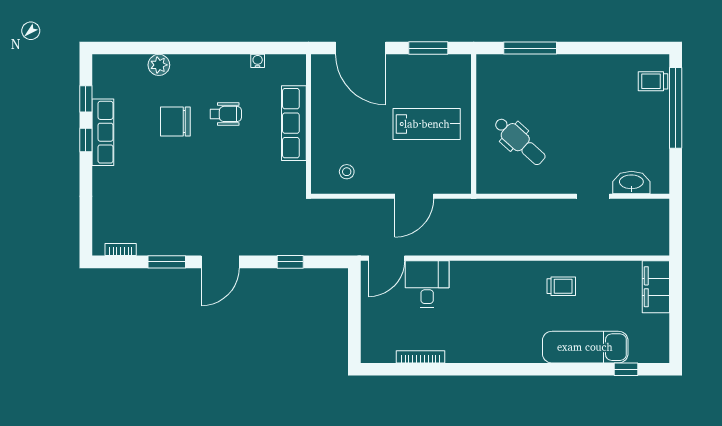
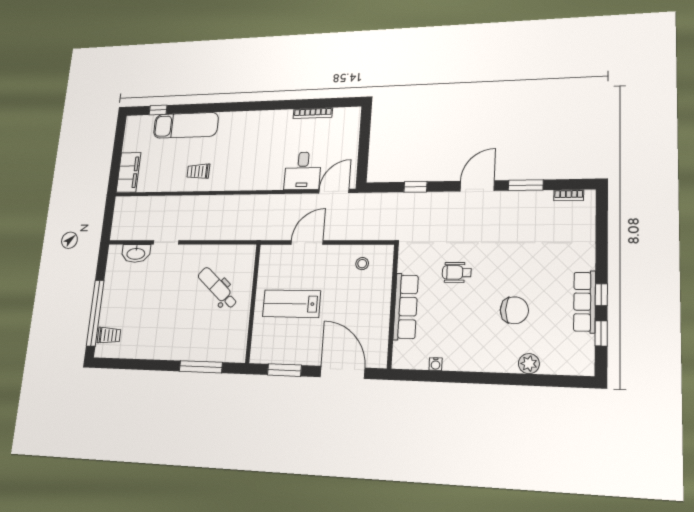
wheelchair: (226, 114) -> (457, 272), moved

